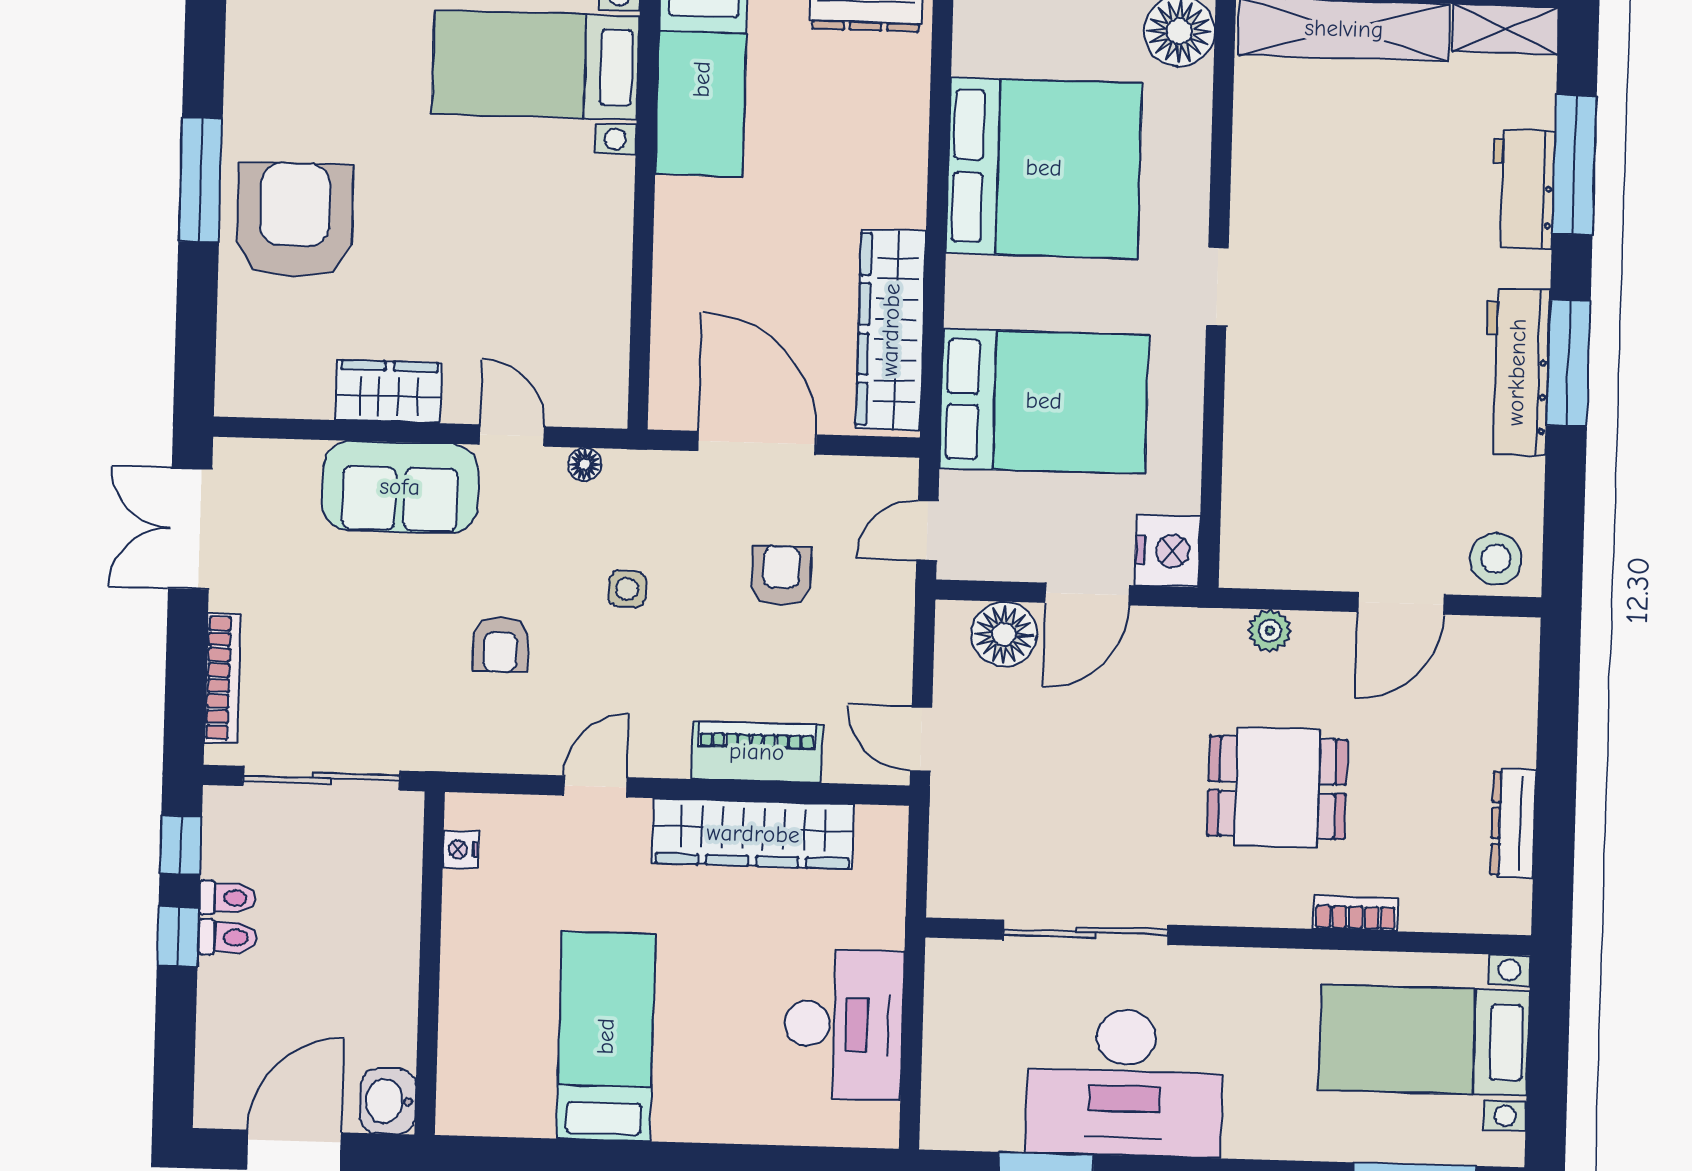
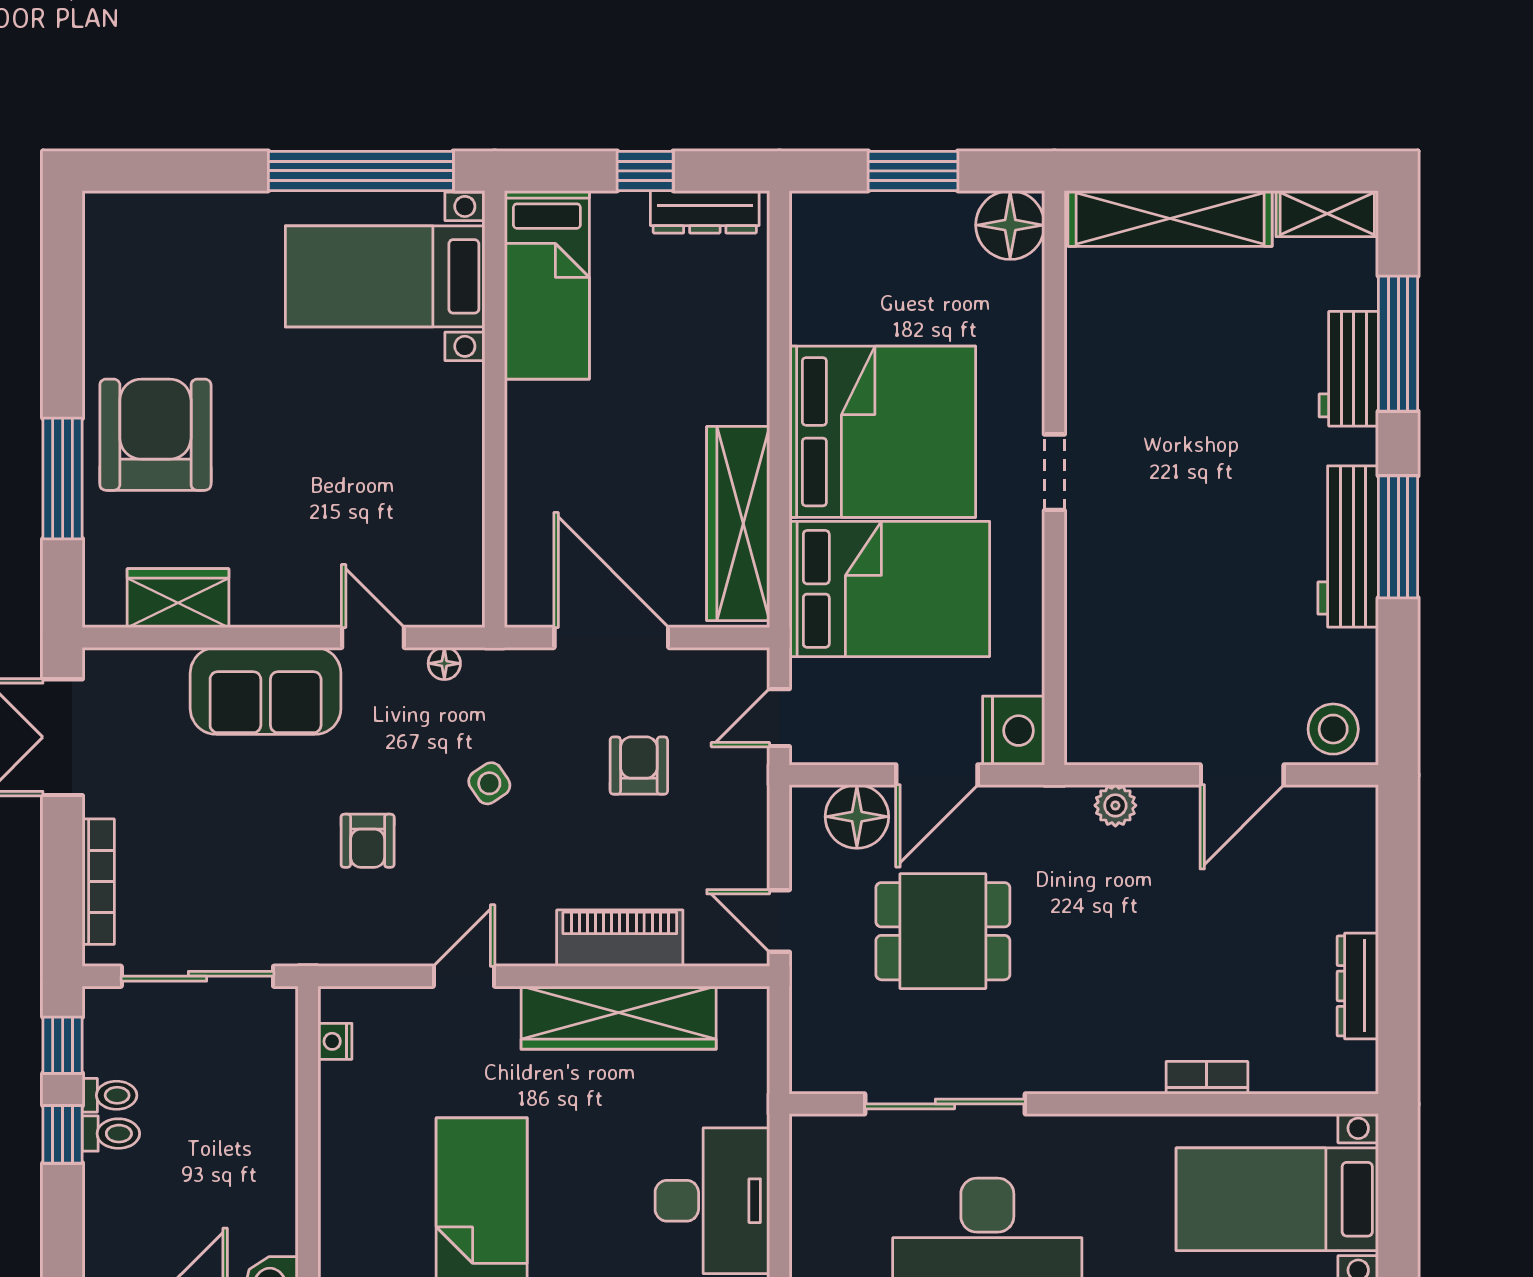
bed: (1044, 168) -> (882, 432), moved
window: (201, 180) -> (63, 479), moved
wardrobe: (389, 391) -> (178, 598), moved
side table: (627, 589) -> (489, 783), turned -34
dining table: (1277, 788) -> (943, 931), moved

